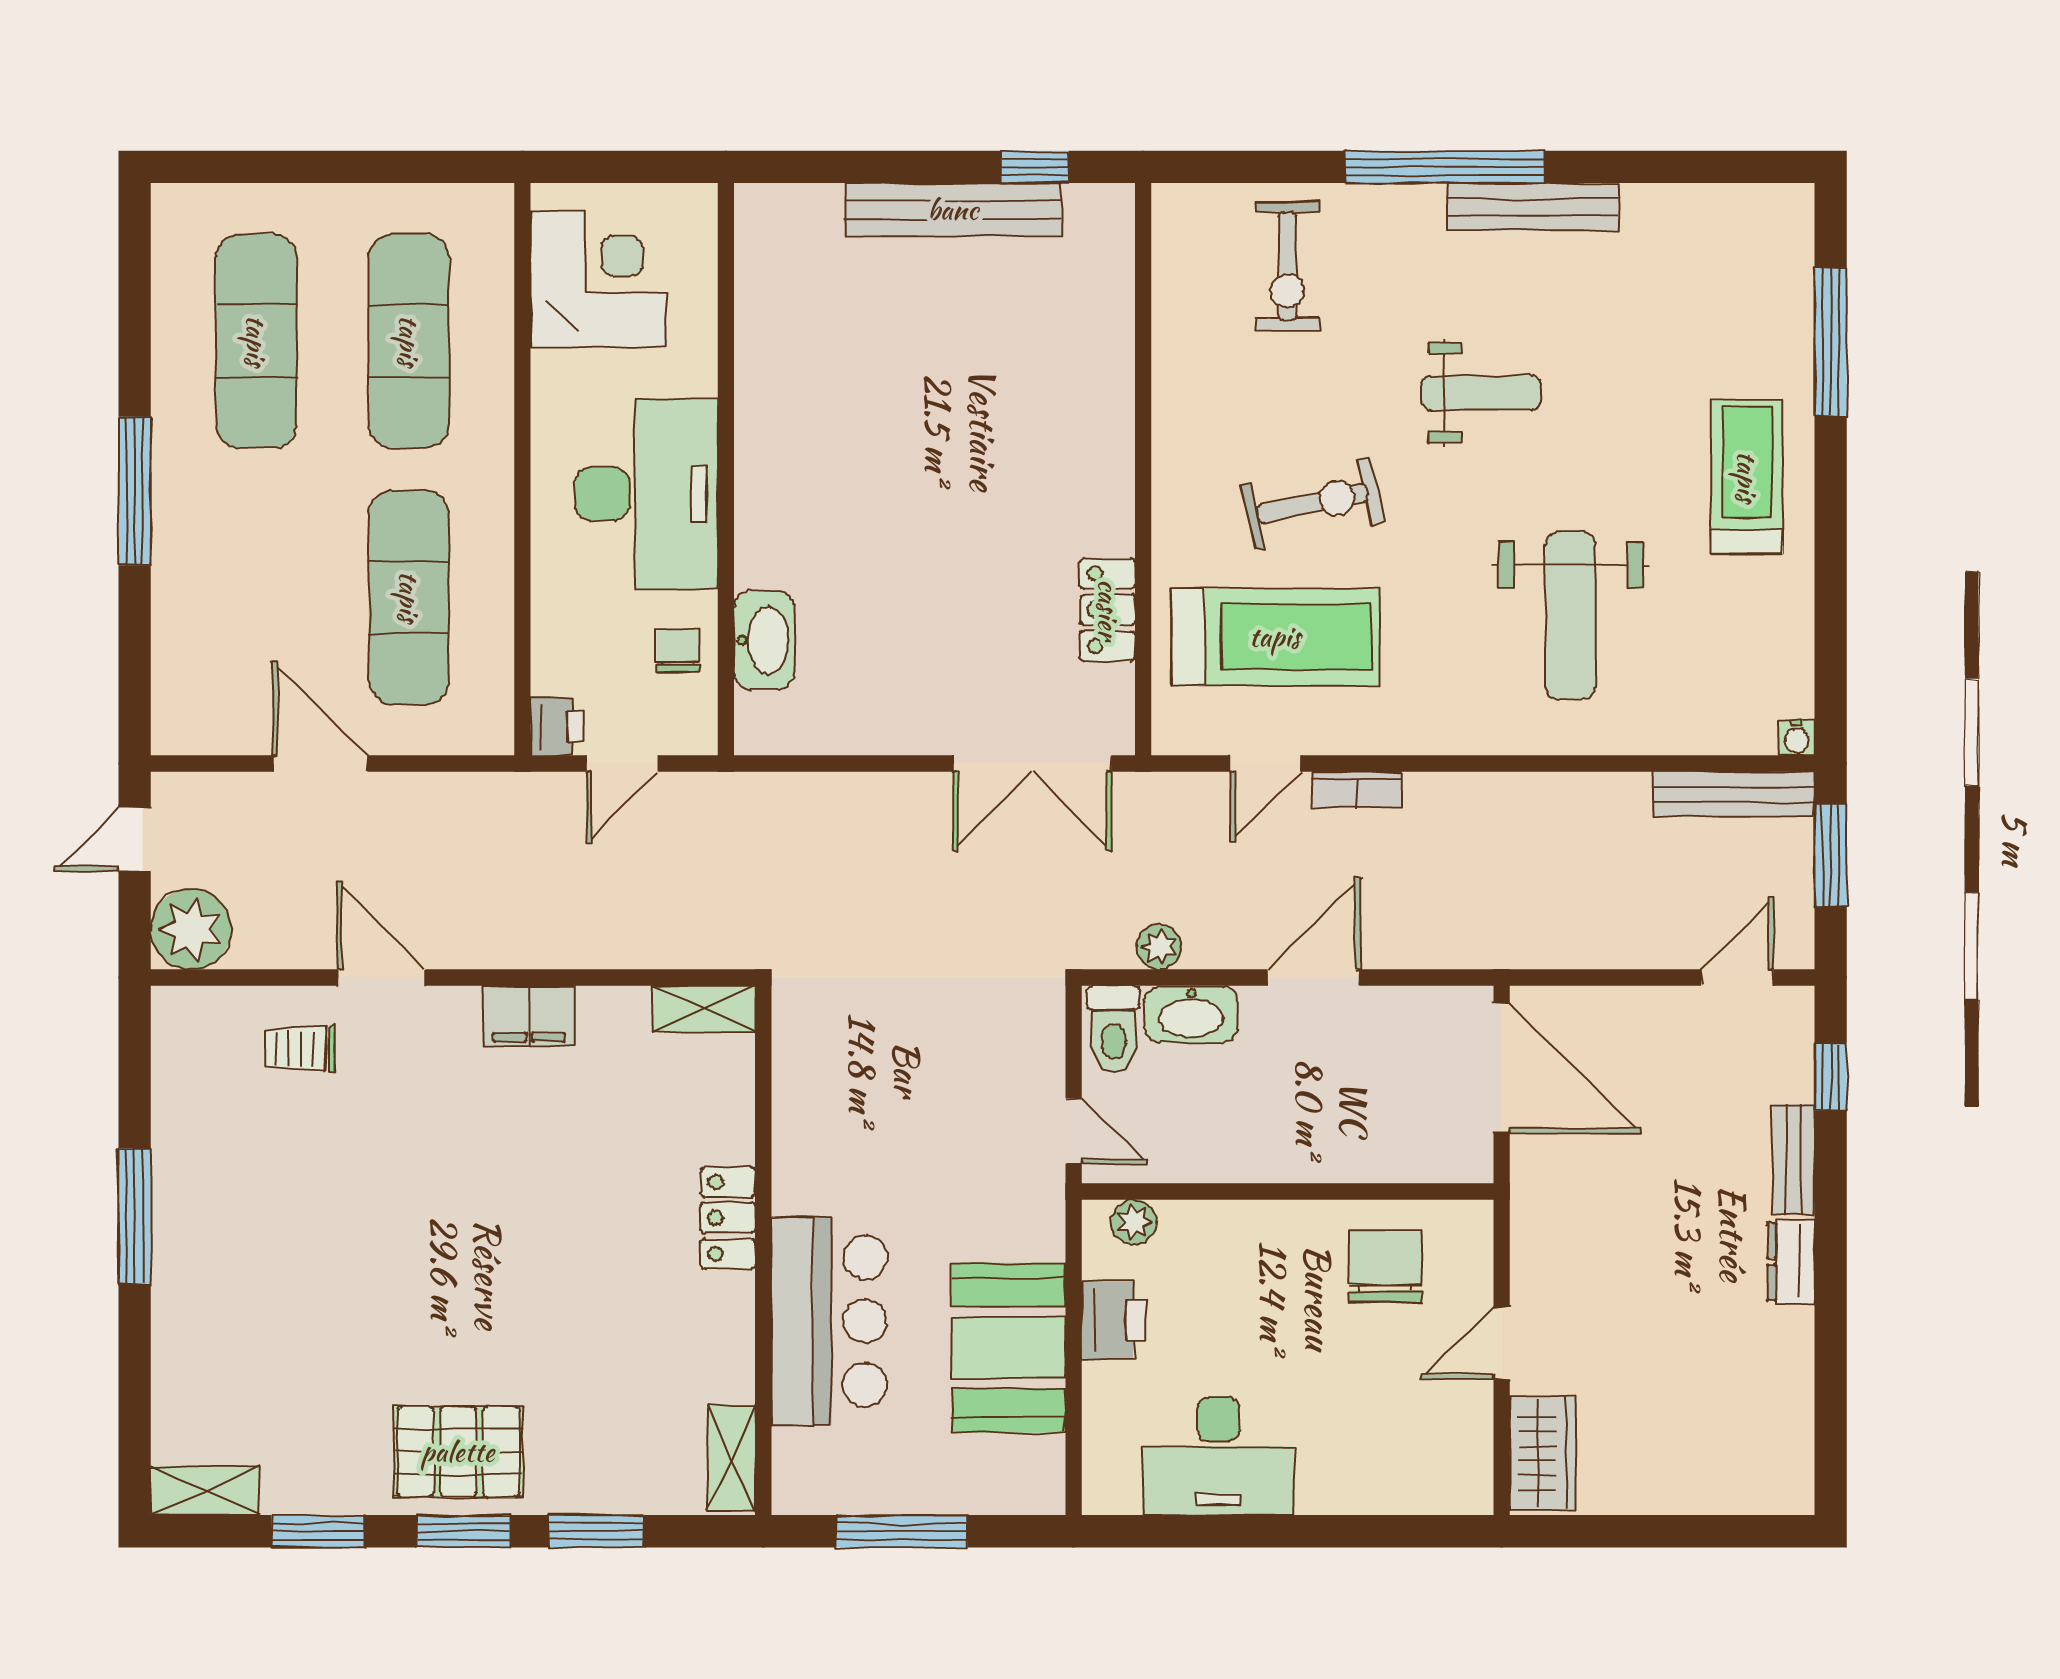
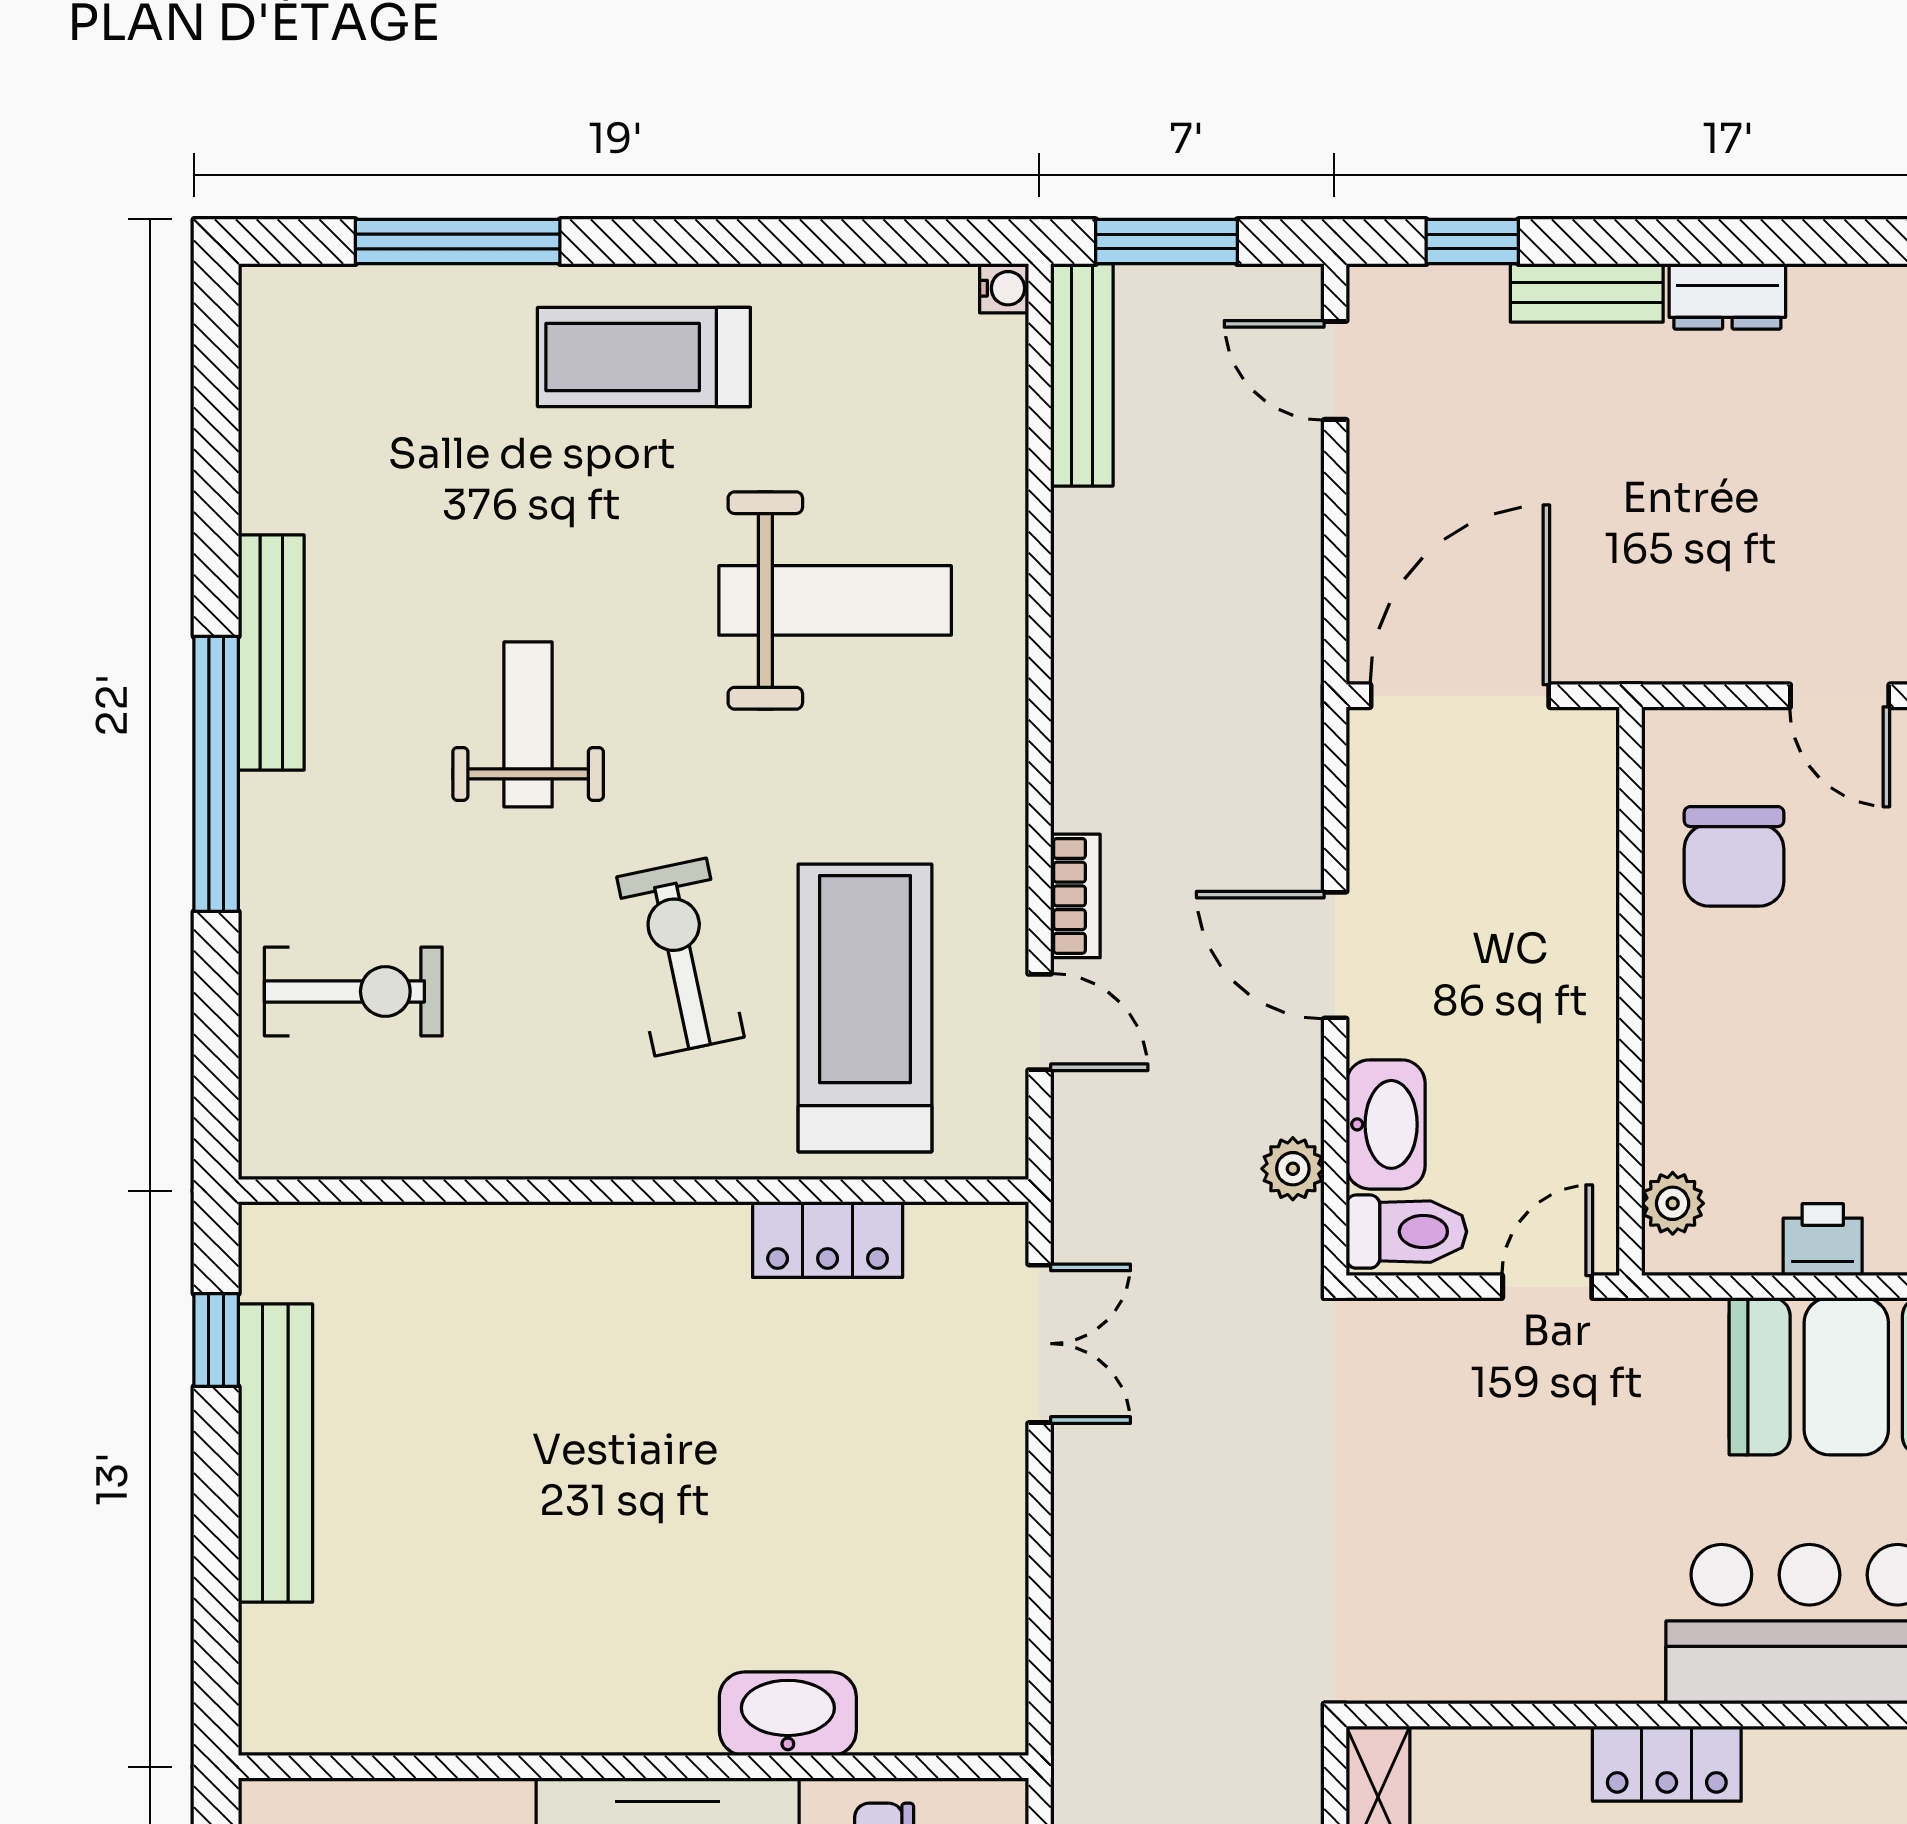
washbasin: (764, 640) -> (788, 1714), moved
double door: (1032, 763) -> (1040, 1344), width x0.73
chair: (1385, 1266) -> (1734, 856), turned -90
printer: (1114, 1320) -> (1823, 1240), width x0.73, depth x0.81

